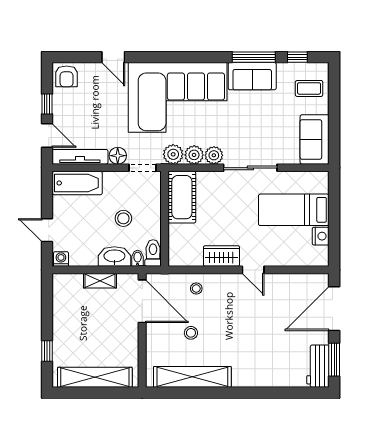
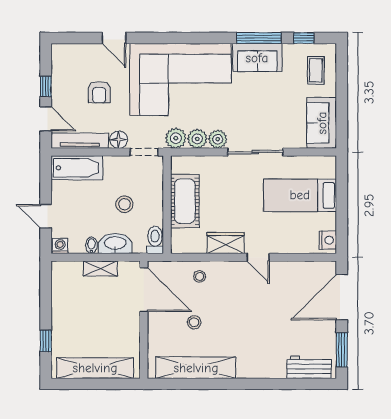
armchair: (67, 76) -> (99, 92), moved
coffee table: (309, 88) -> (316, 70), turned 90
cot: (182, 197) -> (185, 201), moved
nightstand: (321, 236) -> (328, 240), moved
bidet: (138, 258) -> (91, 245), moved
workbench: (318, 366) -> (309, 367), moved, turned 90

